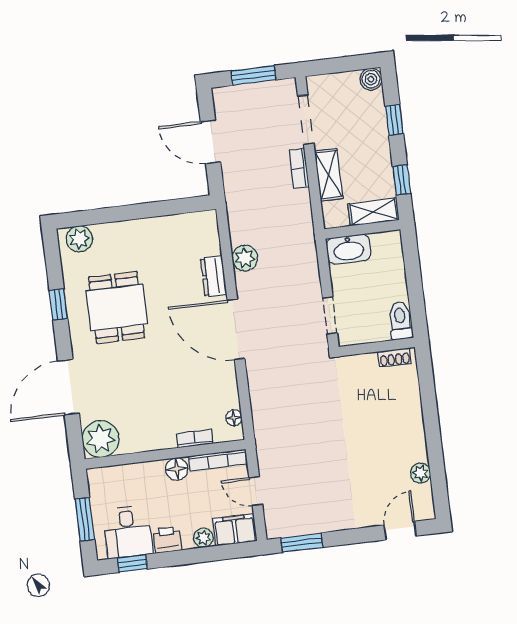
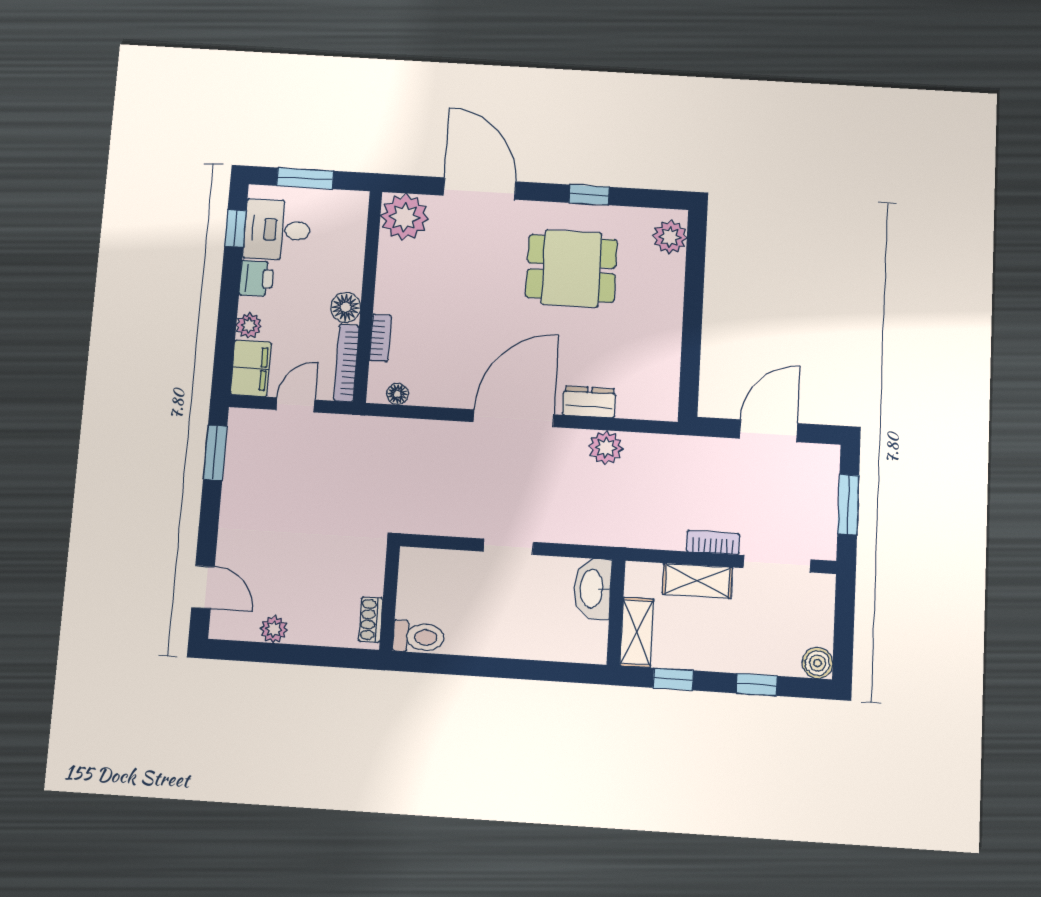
toilet: (400, 321) -> (419, 637), moved
wall: (377, 347) -> (390, 598), moved
shoe rack: (395, 357) -> (371, 620), moved

